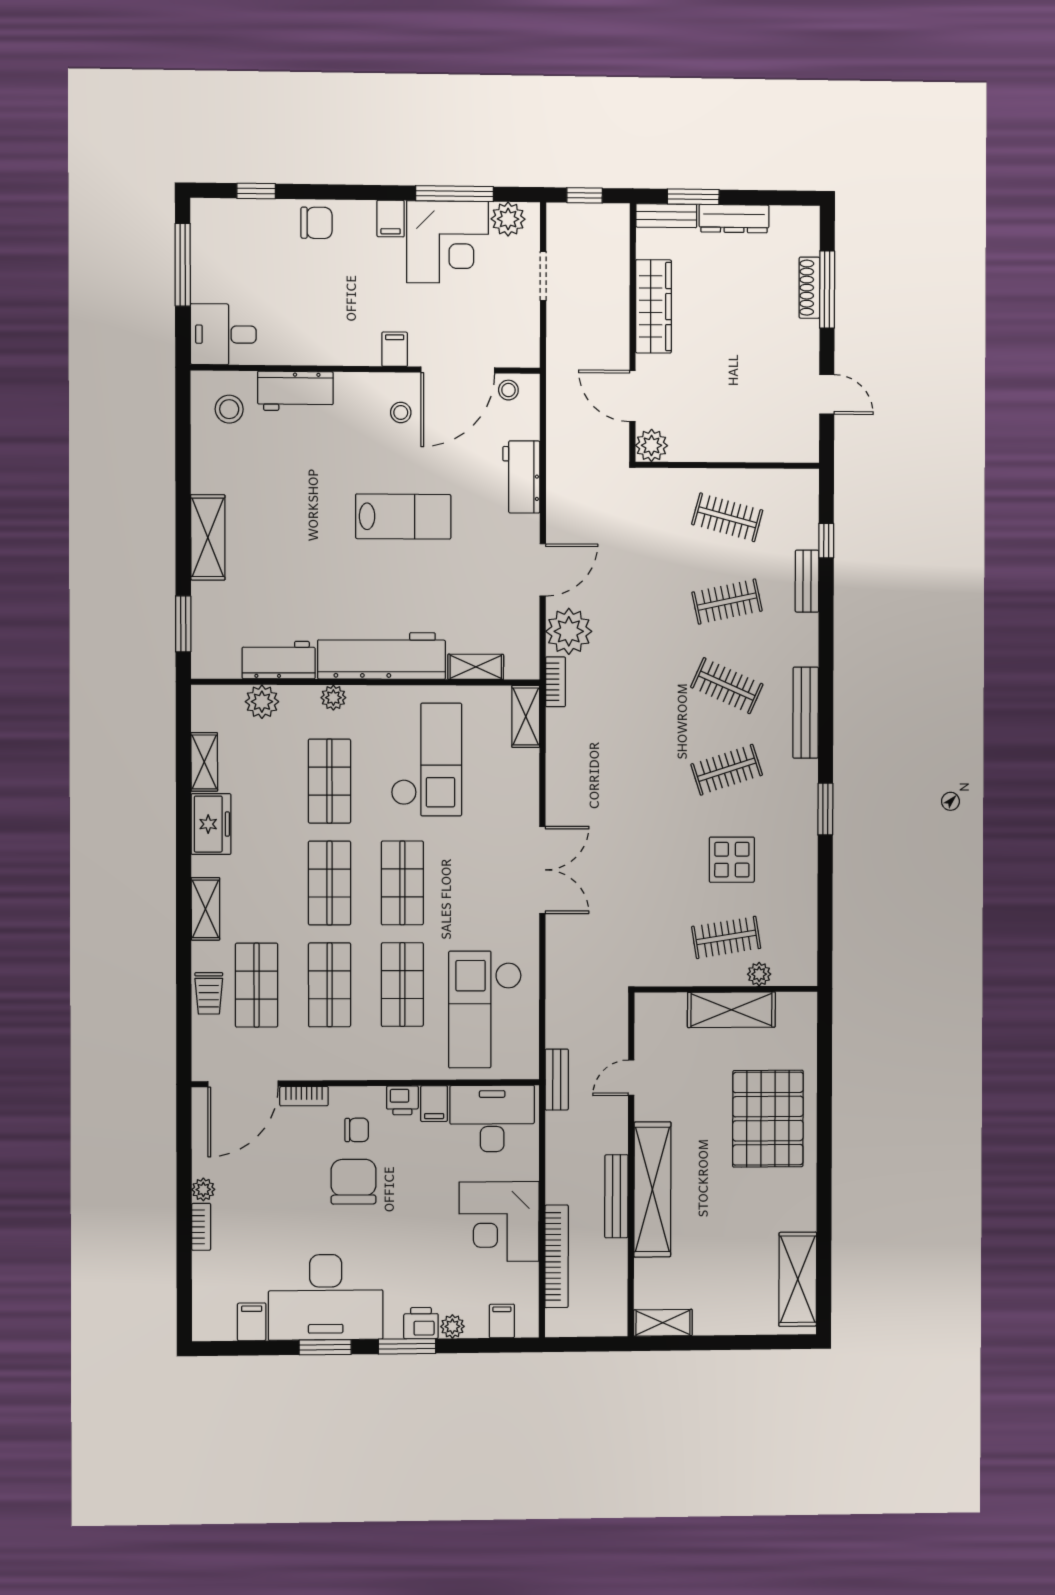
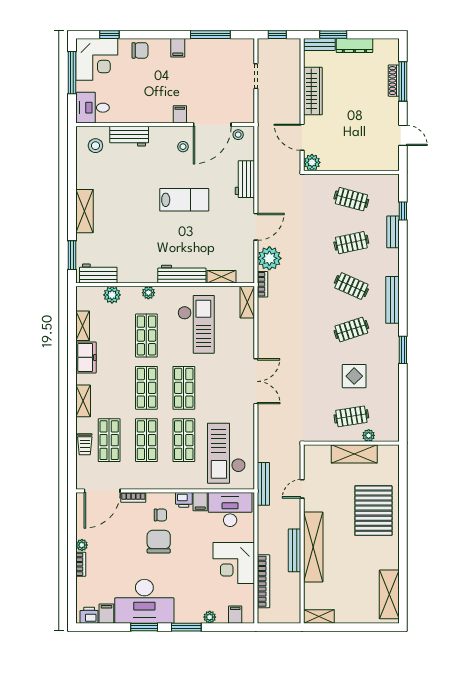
plant: (508, 219) -> (238, 47), removed
corner desk: (447, 242) -> (97, 59), moved
workbench: (382, 656) -> (182, 274), width x0.73, depth x0.76
workbench: (279, 660) -> (98, 274), moved
bench: (557, 1080) -> (263, 484), width x1.36
printer: (421, 1323) -> (89, 615), moved

